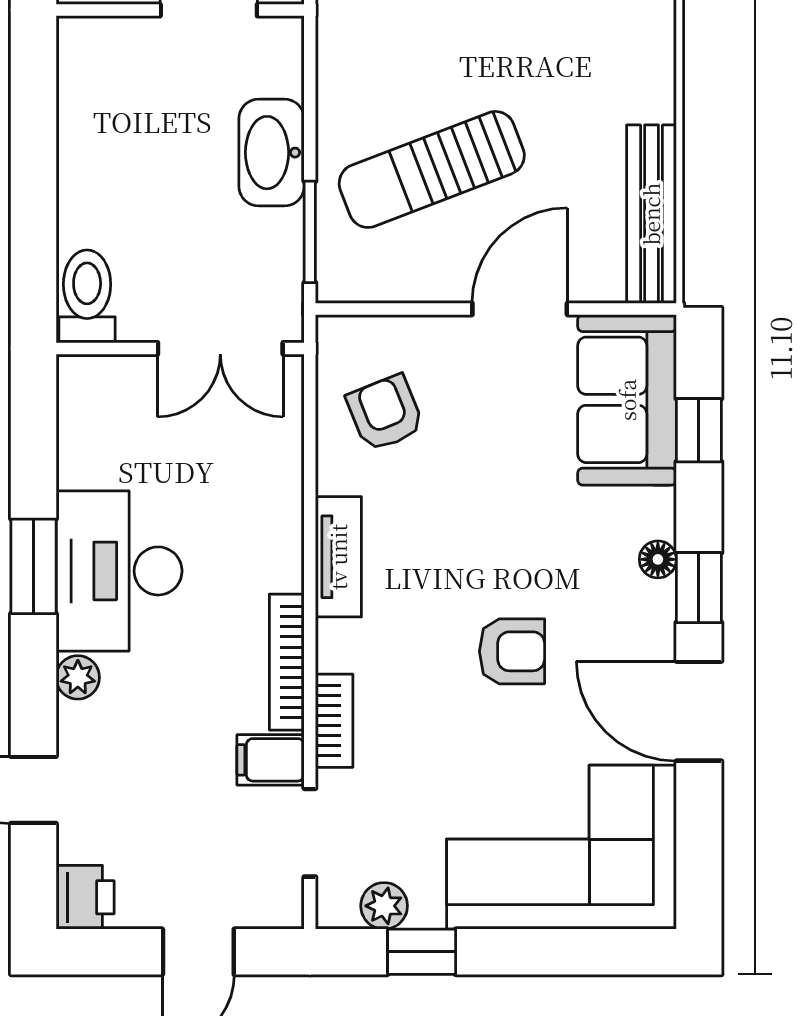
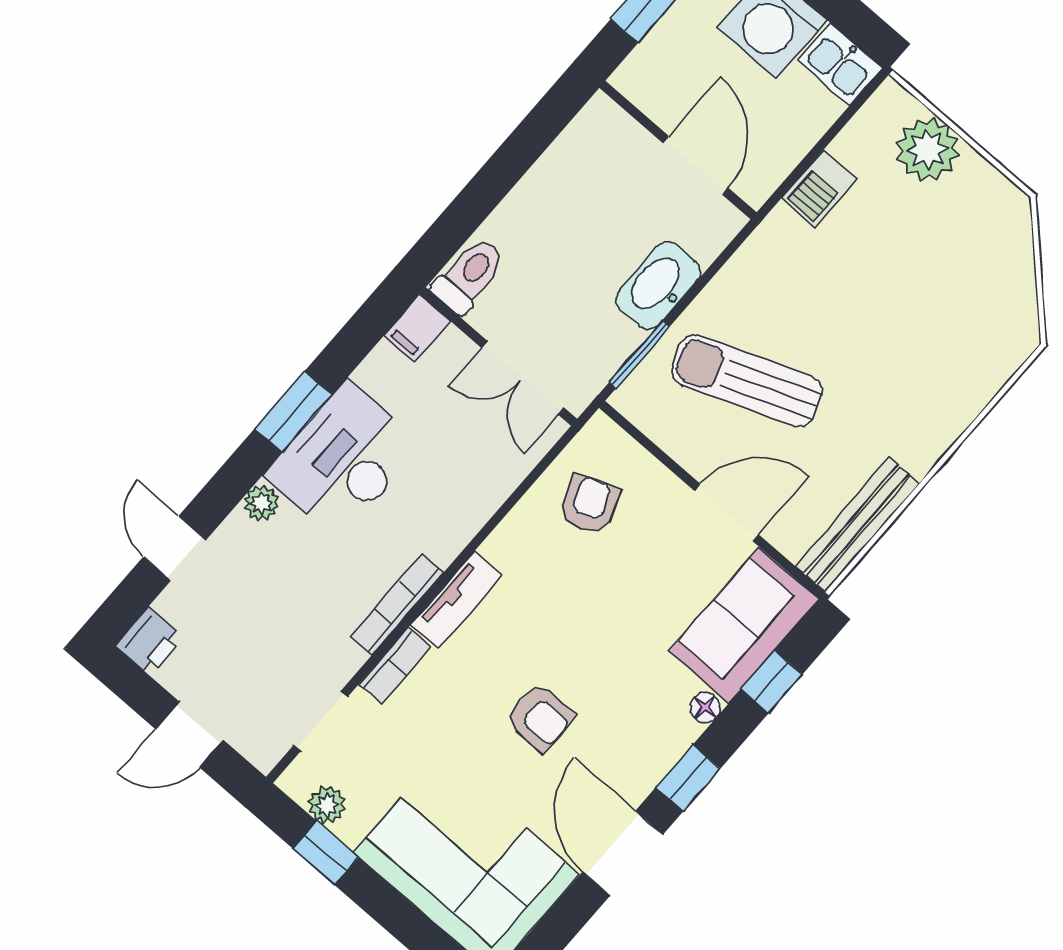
tv unit: (338, 557) -> (457, 600), moved
floor lamp: (658, 559) -> (705, 708), moved
filing cabinet: (271, 760) -> (417, 328), moved, turned -90

